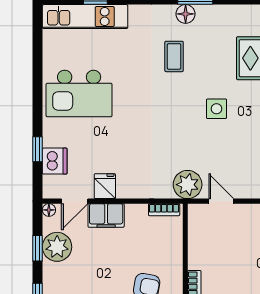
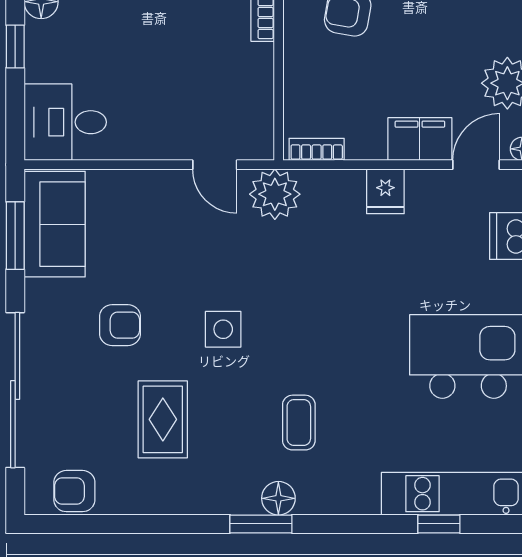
fridge: (105, 186) -> (385, 191), moved

